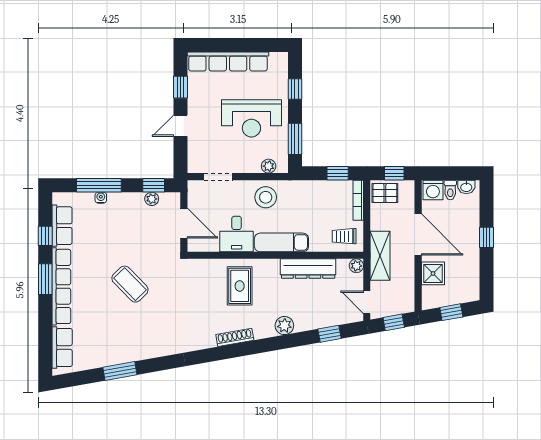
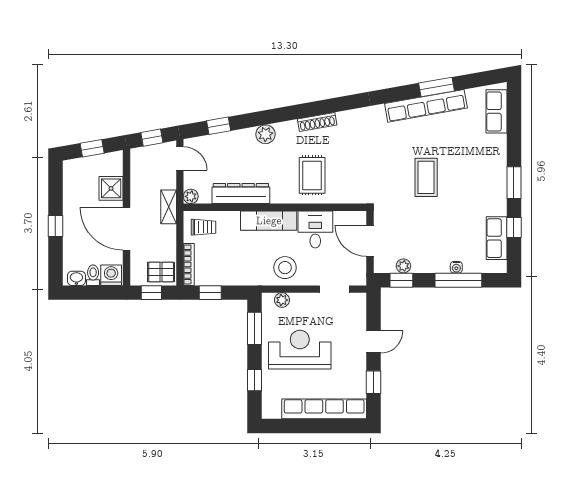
shelving: (380, 256) -> (169, 207), width x0.67, depth x0.75
coffee table: (130, 284) -> (426, 177), turned 44
row of seats: (61, 286) -> (426, 106), moved, turned -100

